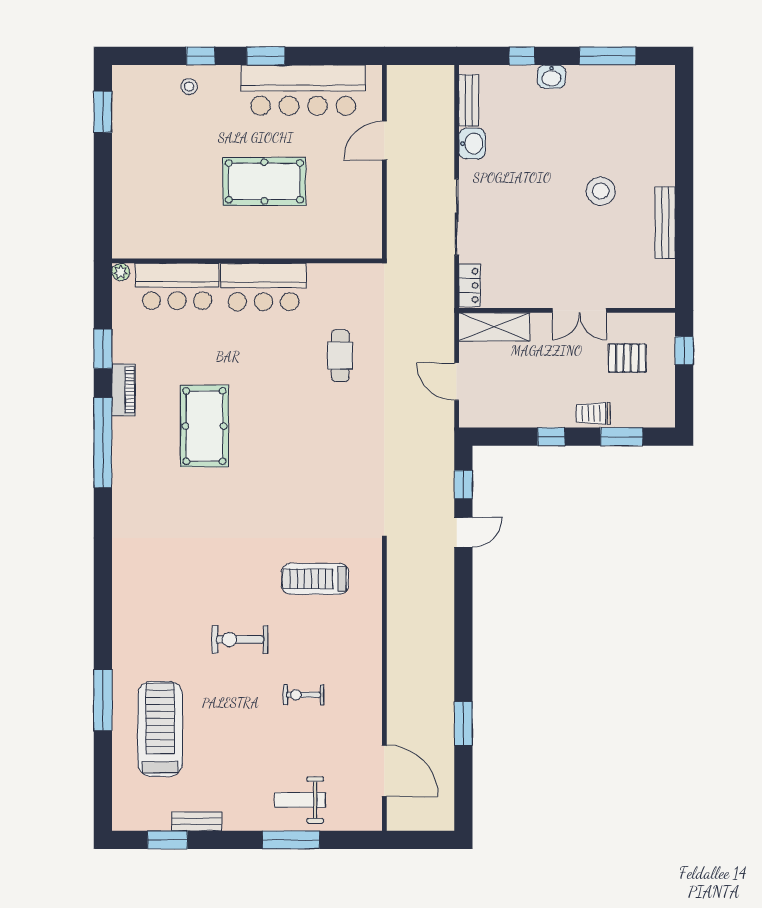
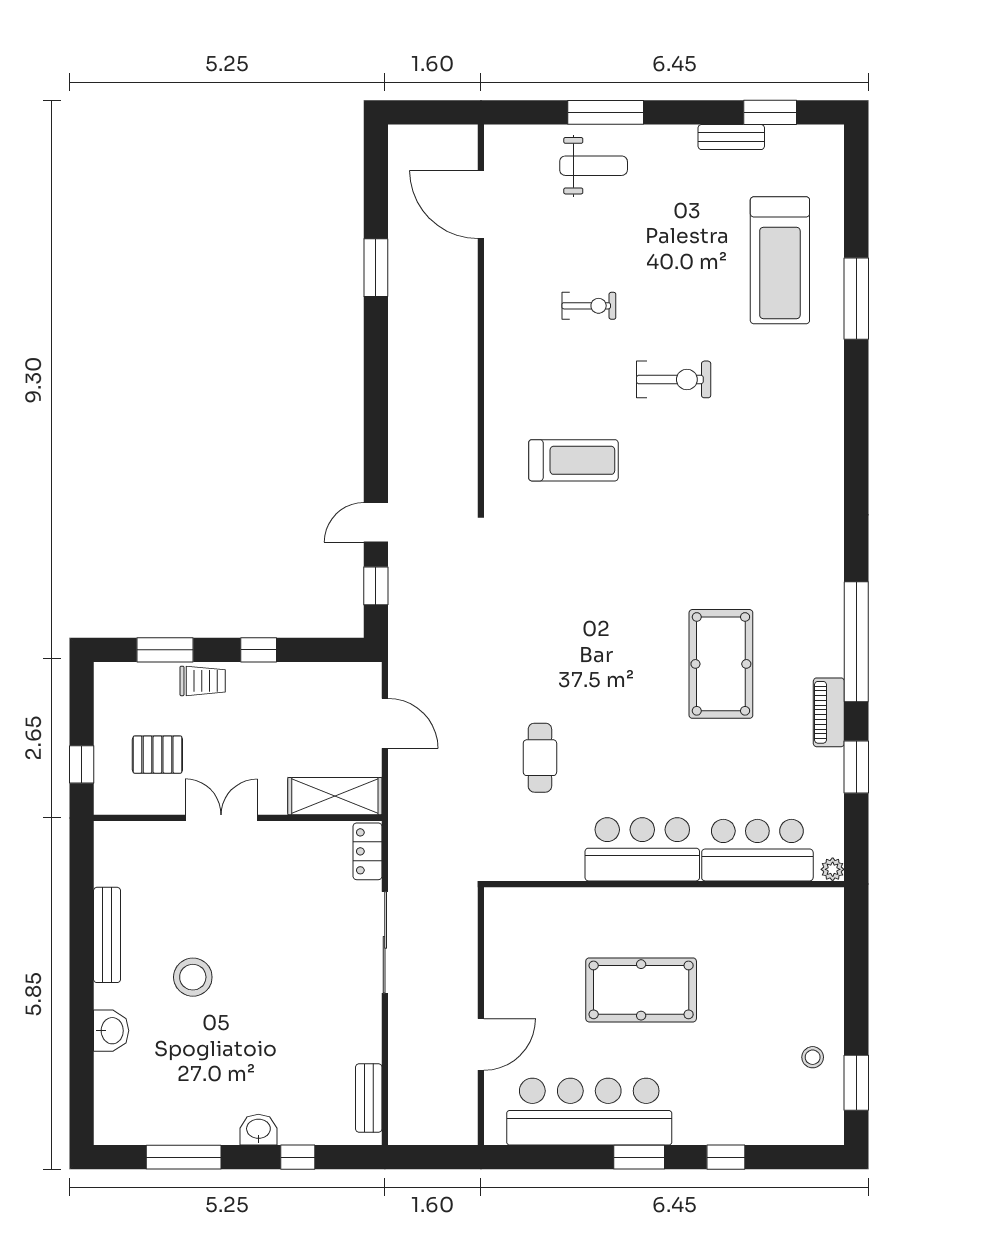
stool: (189, 86) -> (813, 1057), moved
washbasin: (472, 144) -> (111, 1031), moved, turned 180

